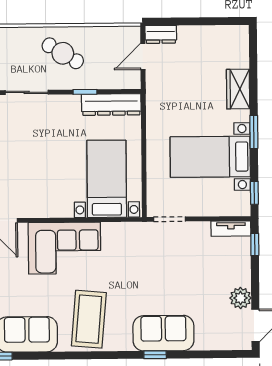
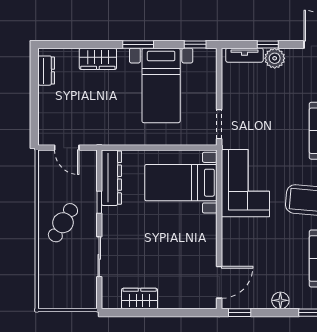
dresser: (161, 34) -> (46, 71), moved
tv unit: (231, 229) -> (244, 55), moved, turned 90
window: (255, 244) -> (268, 44), moved
corner sofa: (64, 248) -> (245, 183), moved
plant: (241, 298) -> (275, 58), moved

